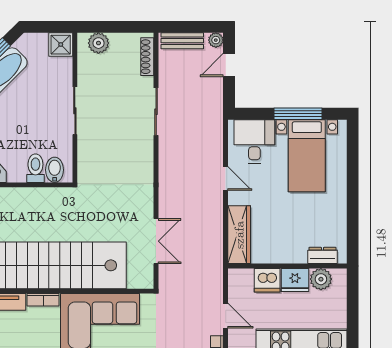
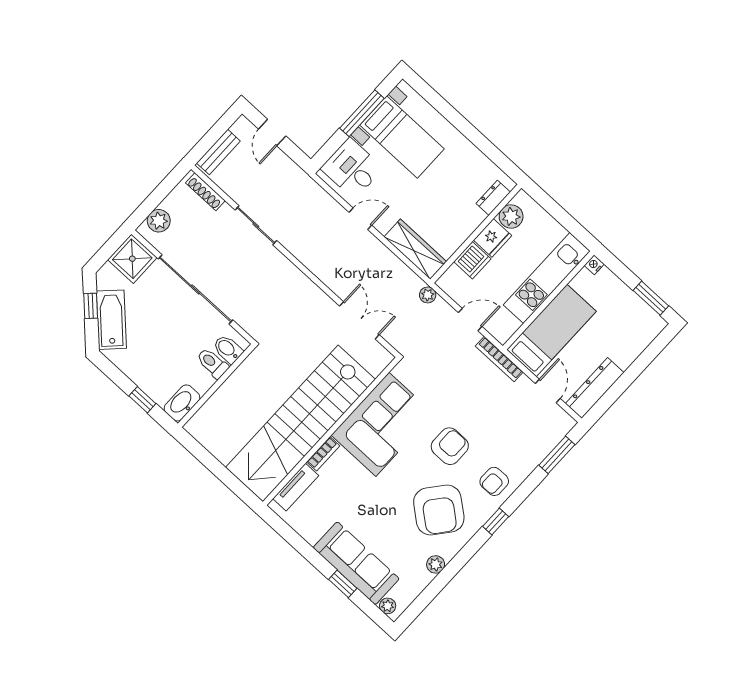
plant: (216, 40) -> (428, 295), moved
shower: (61, 45) -> (132, 259), width x1.36, depth x1.36
sliding door: (75, 111) -> (195, 289), width x1.86

